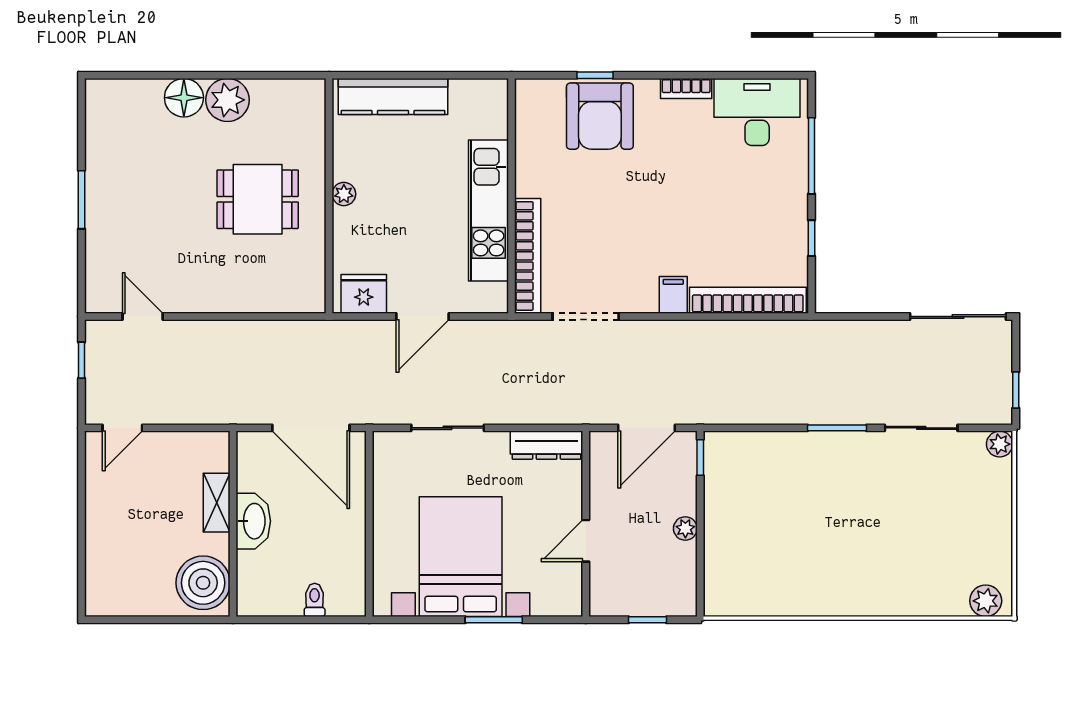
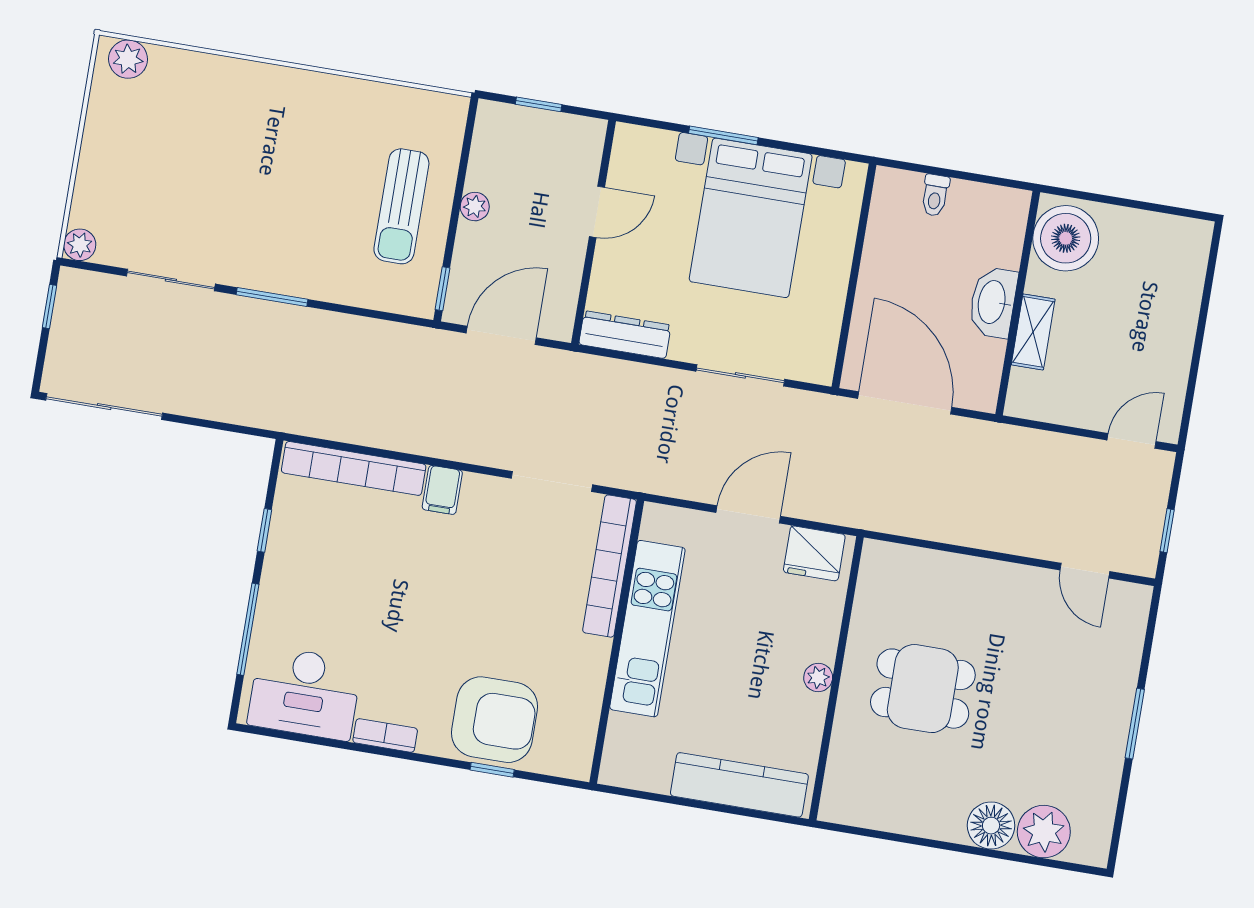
plant: (227, 100) -> (1044, 832), moved
armchair: (600, 116) -> (495, 720), turned 90
sun lounger: (745, 519) -> (401, 206), added

